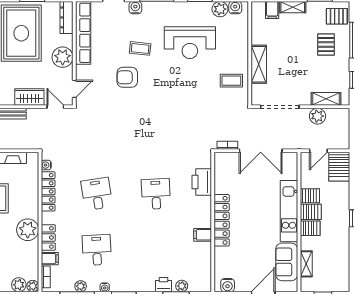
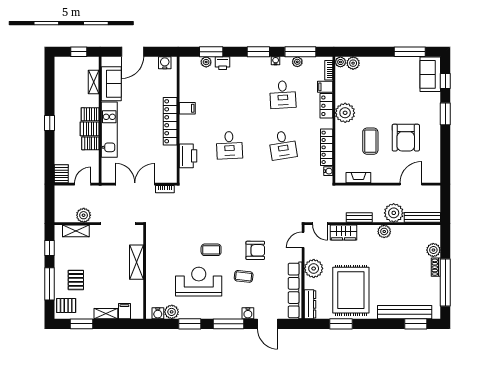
coffee table: (231, 81) -> (211, 250), moved
server rack: (339, 167) -> (61, 174), width x0.73, depth x0.70

